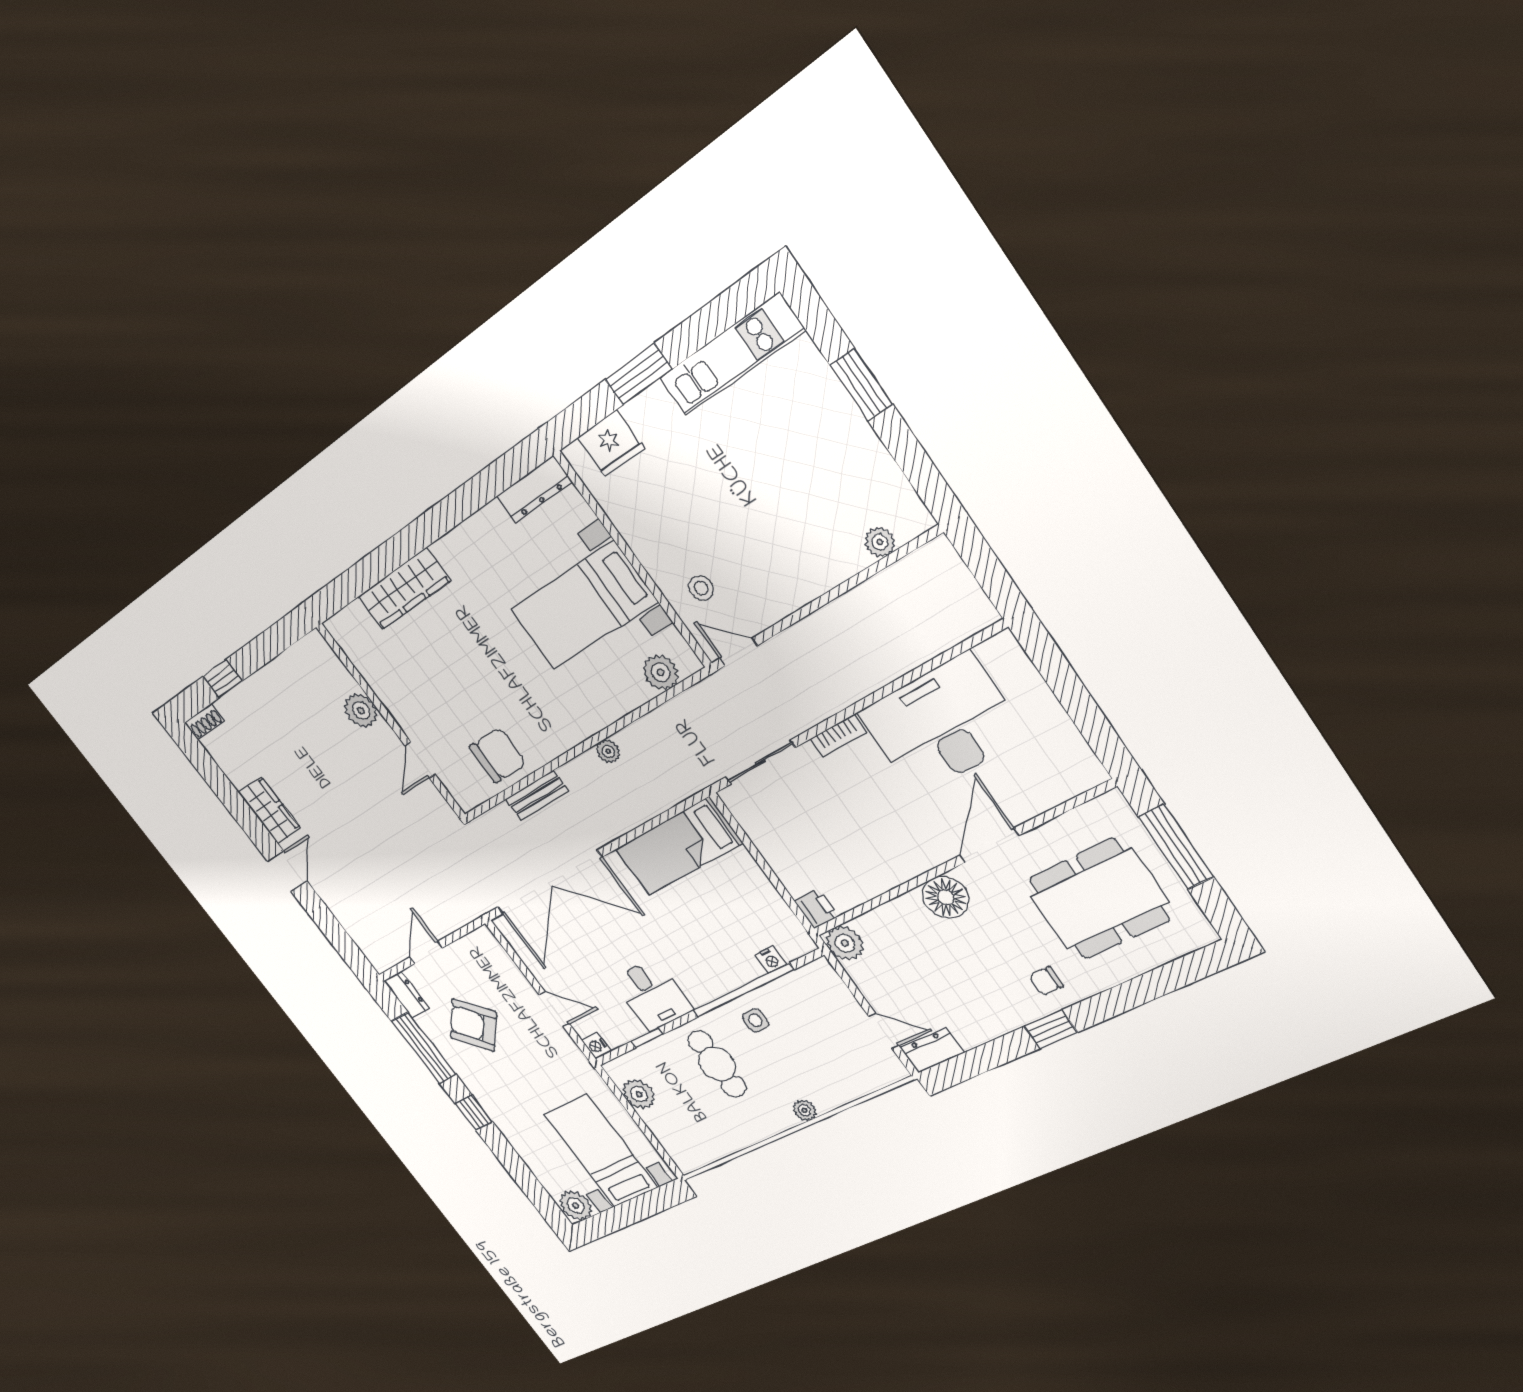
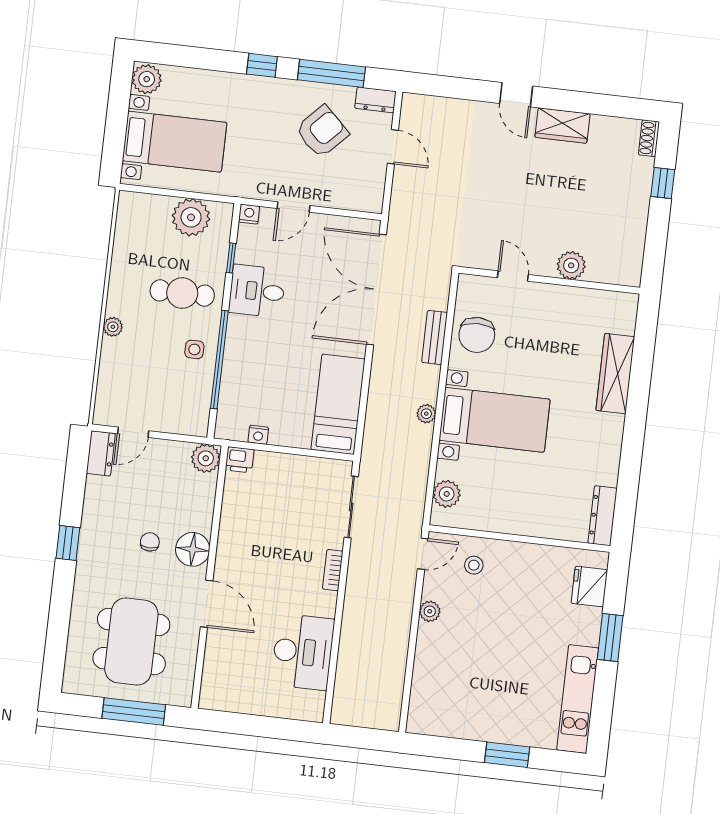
plant: (880, 542) -> (430, 611), moved
bed with nightstands: (583, 606) -> (495, 420), moved, turned 90
desk: (942, 725) -> (303, 652), width x0.73, depth x0.77
nightstand: (771, 960) -> (258, 435), moved, turned -90
chair: (1046, 981) -> (150, 542), moved
plant: (639, 1094) -> (191, 217), width x1.36, depth x1.36

